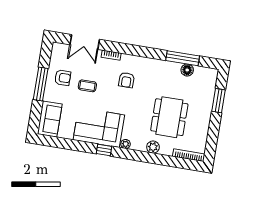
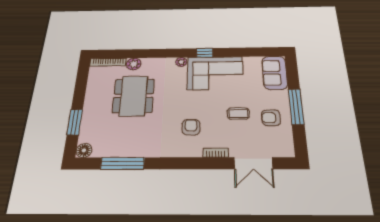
double door: (85, 42) -> (253, 163), swing flipped
floor lamp: (187, 70) -> (84, 150), moved
plant: (153, 147) -> (134, 64), moved

